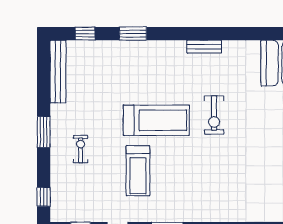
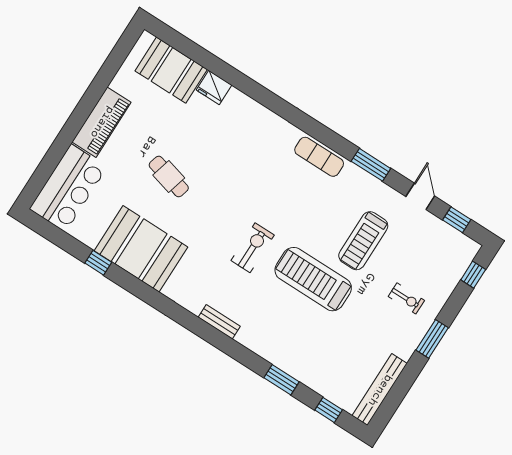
exercise bike: (81, 149) -> (406, 298), turned -90
treadmill: (138, 171) -> (363, 241), turned 180
exercise mat: (208, 211) -> (319, 157), added

